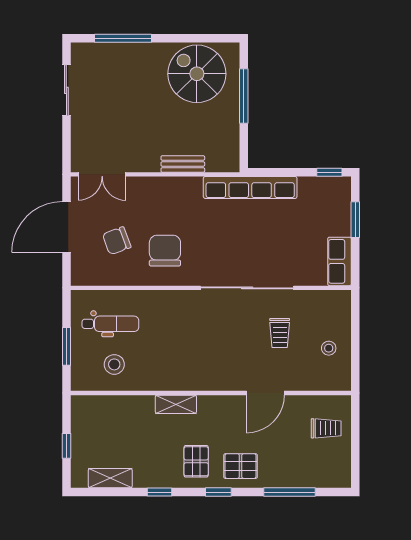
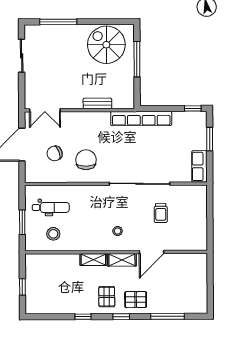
stool: (329, 348) -> (118, 231), moved
trolley: (326, 428) -> (191, 275), removed
shelving: (110, 478) -> (122, 260), moved

